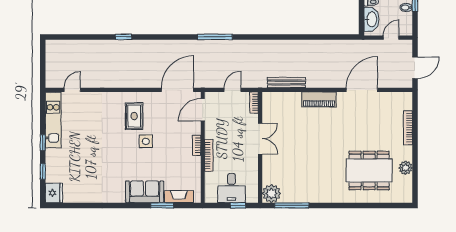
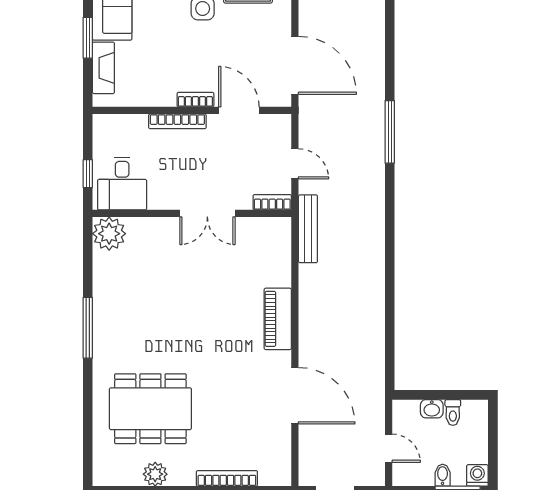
washbasin: (371, 19) -> (432, 409), width x0.52, depth x0.69
bench: (286, 83) -> (308, 229), moved
door: (203, 110) -> (239, 110), moved
dining table: (369, 170) -> (150, 409), turned 90
desk: (231, 188) -> (122, 184), moved, turned -90
window: (292, 205) -> (88, 328), moved

